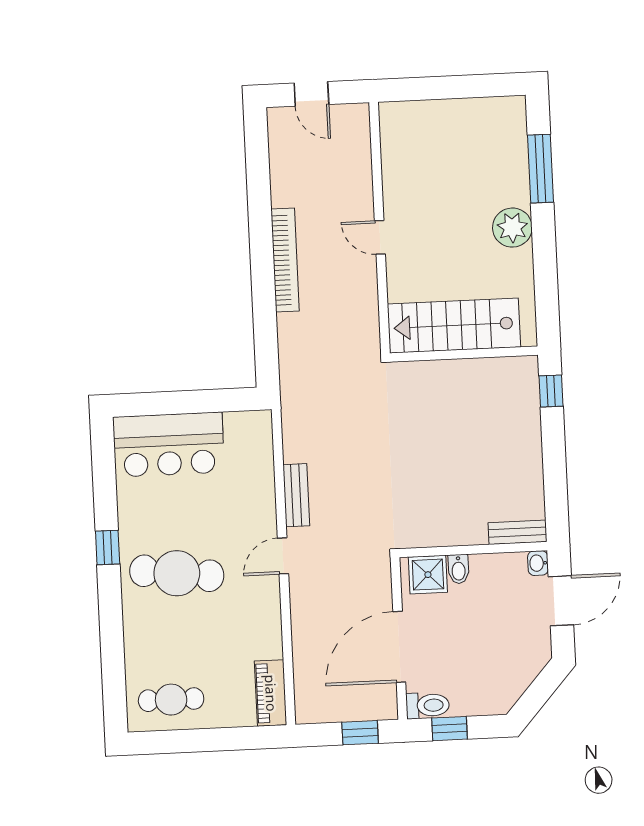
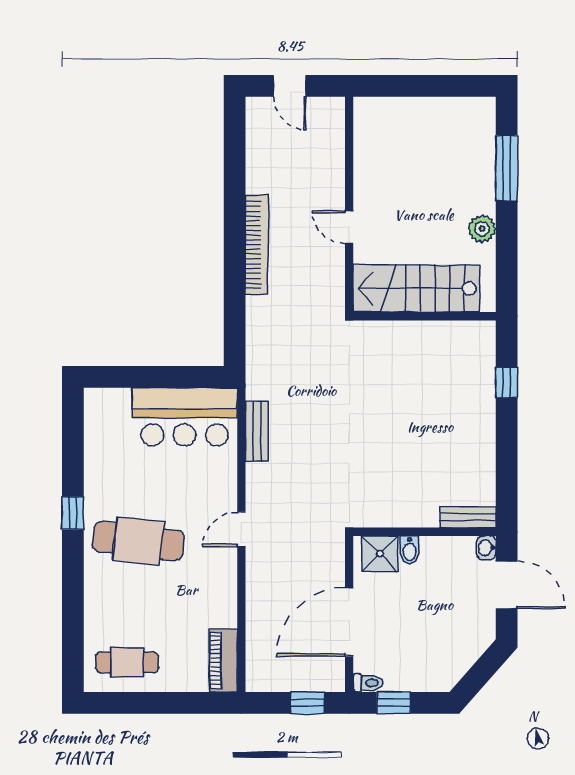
plant: (512, 228) -> (482, 229), width x0.73, depth x0.73
stairs: (454, 326) -> (416, 288), moved
wall: (464, 354) -> (425, 316), moved
bar counter: (169, 445) -> (185, 417), moved
bench: (296, 495) -> (257, 431), moved
door: (561, 601) -> (507, 585), hinge flipped
toilet: (428, 705) -> (368, 683), width x0.73, depth x0.72

